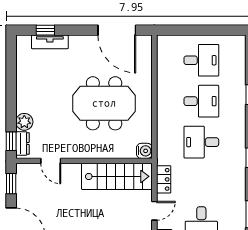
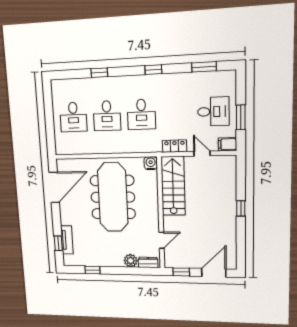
desk: (201, 60) -> (73, 117), turned 180
desk: (201, 101) -> (107, 116), turned 180
meeting table: (104, 103) -> (113, 197), width x1.36
window: (11, 141) -> (92, 270), moved

